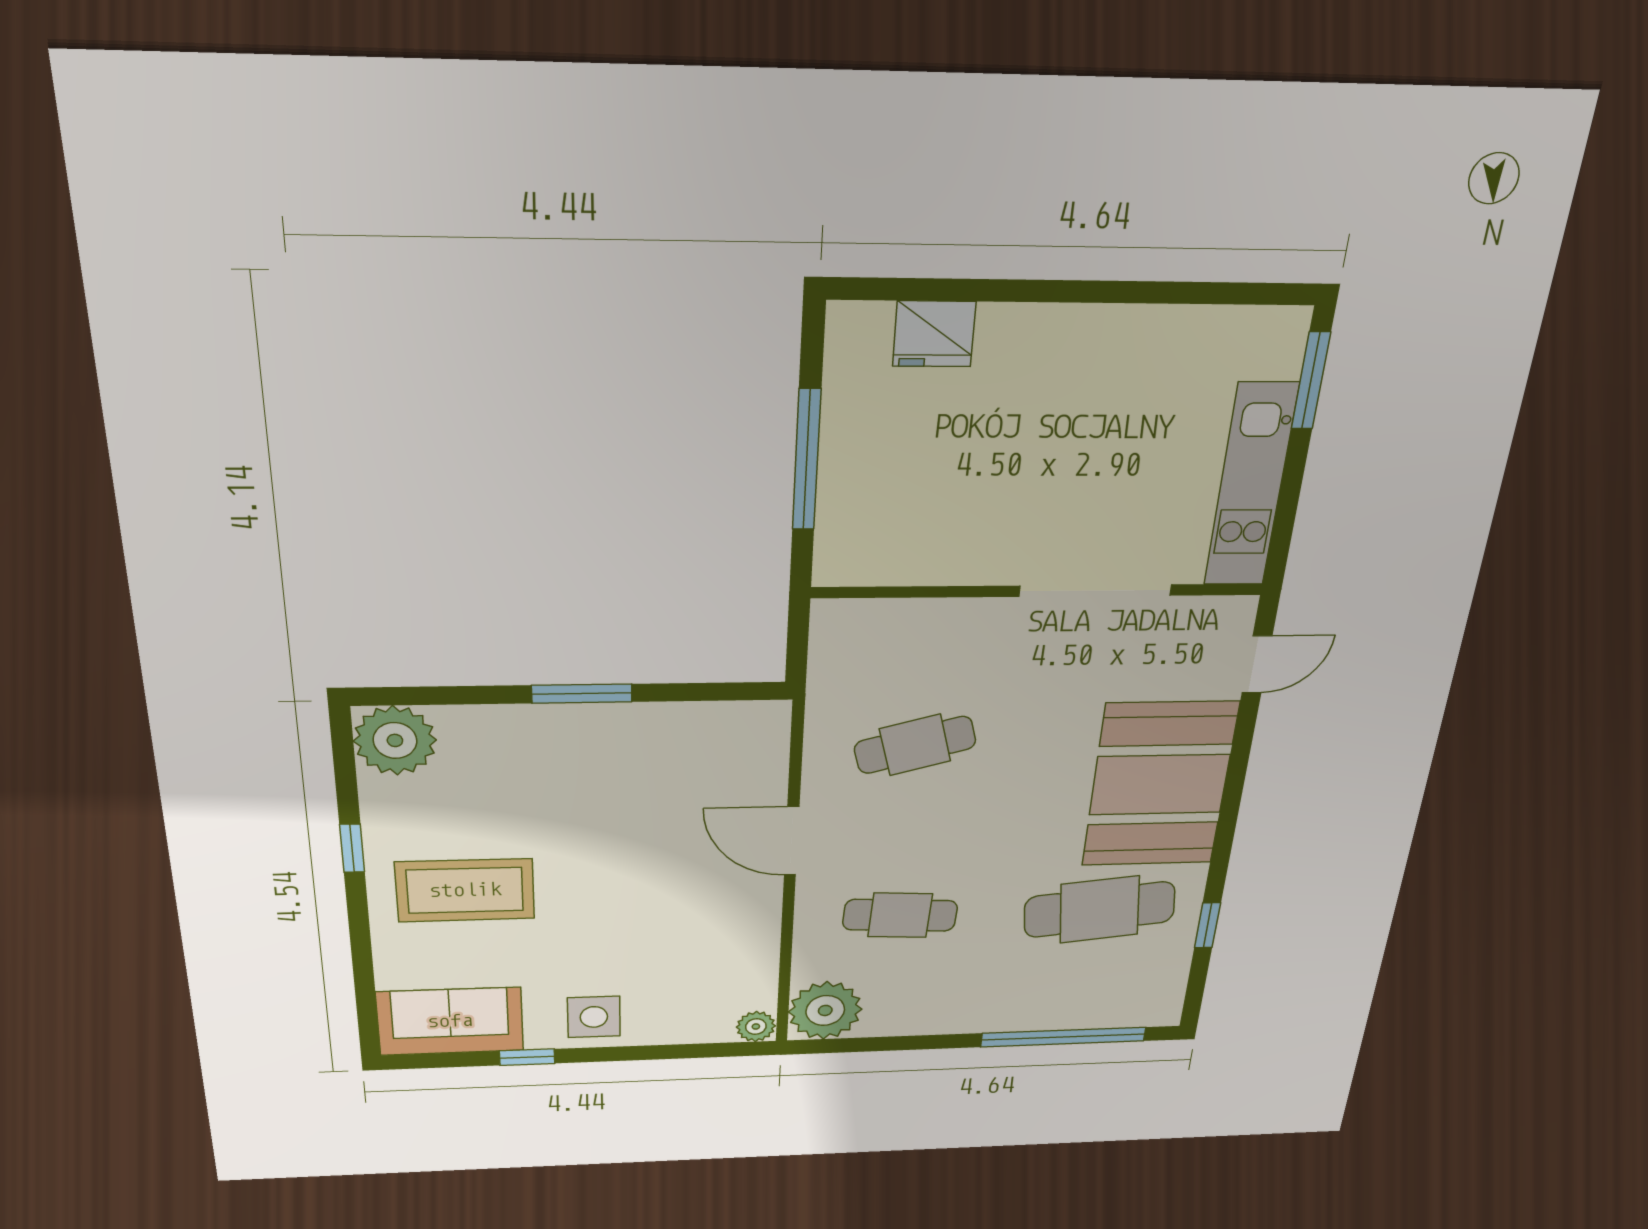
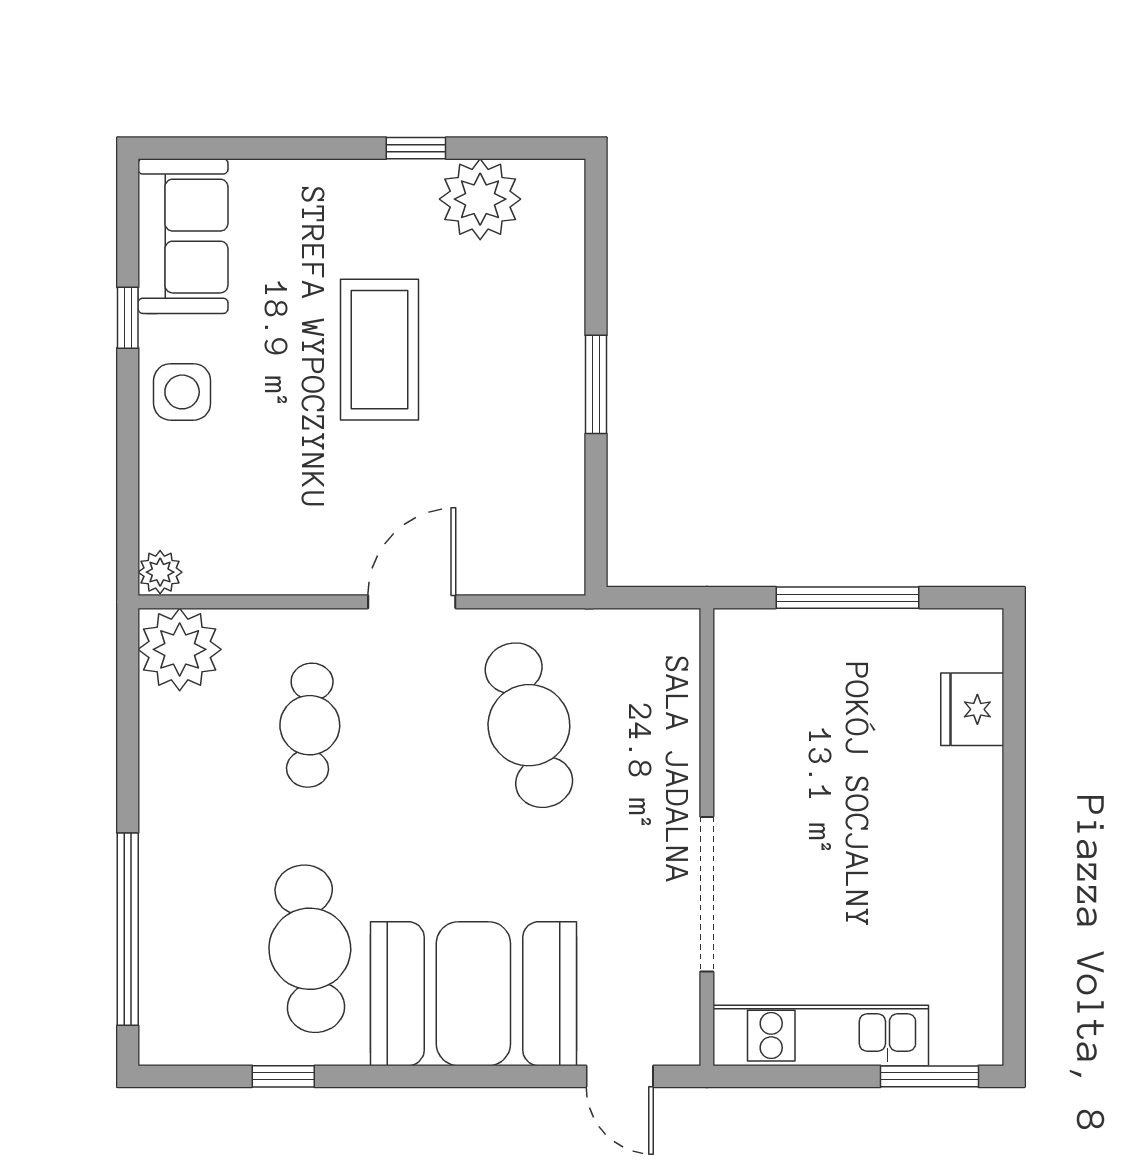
plant: (395, 740) -> (480, 199), moved
cafe table: (915, 745) -> (529, 725), width x1.37, depth x1.35
coffee table: (465, 890) -> (379, 350), moved

